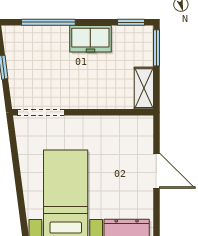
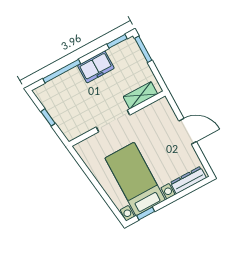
shelving: (144, 88) -> (140, 95), moved, turned 90
doorway: (41, 112) -> (113, 121), moved

